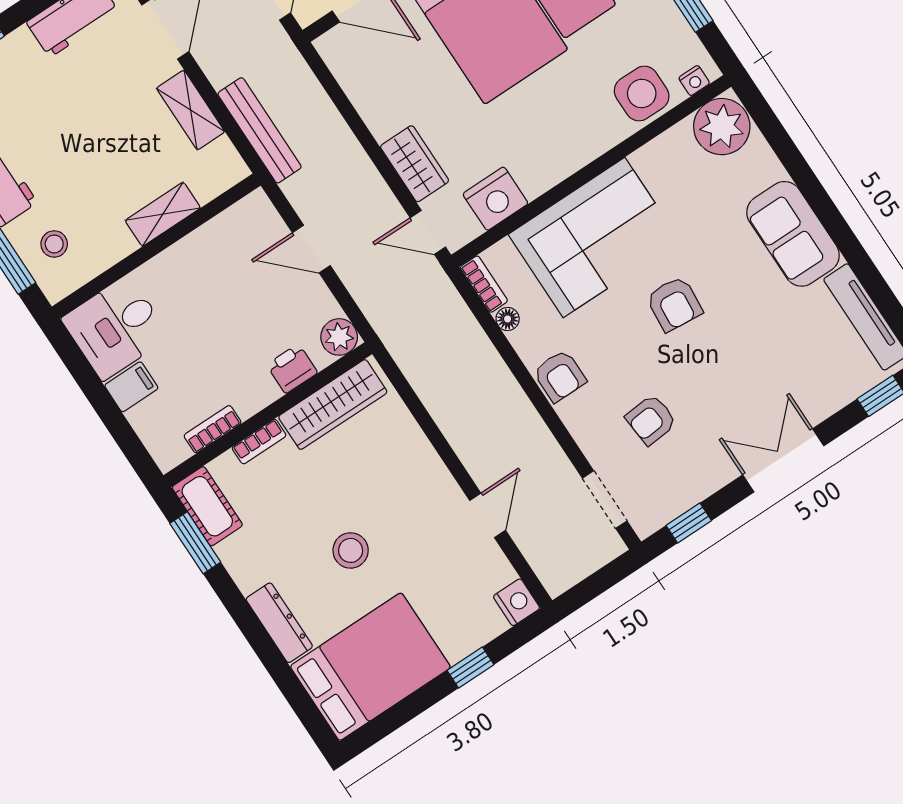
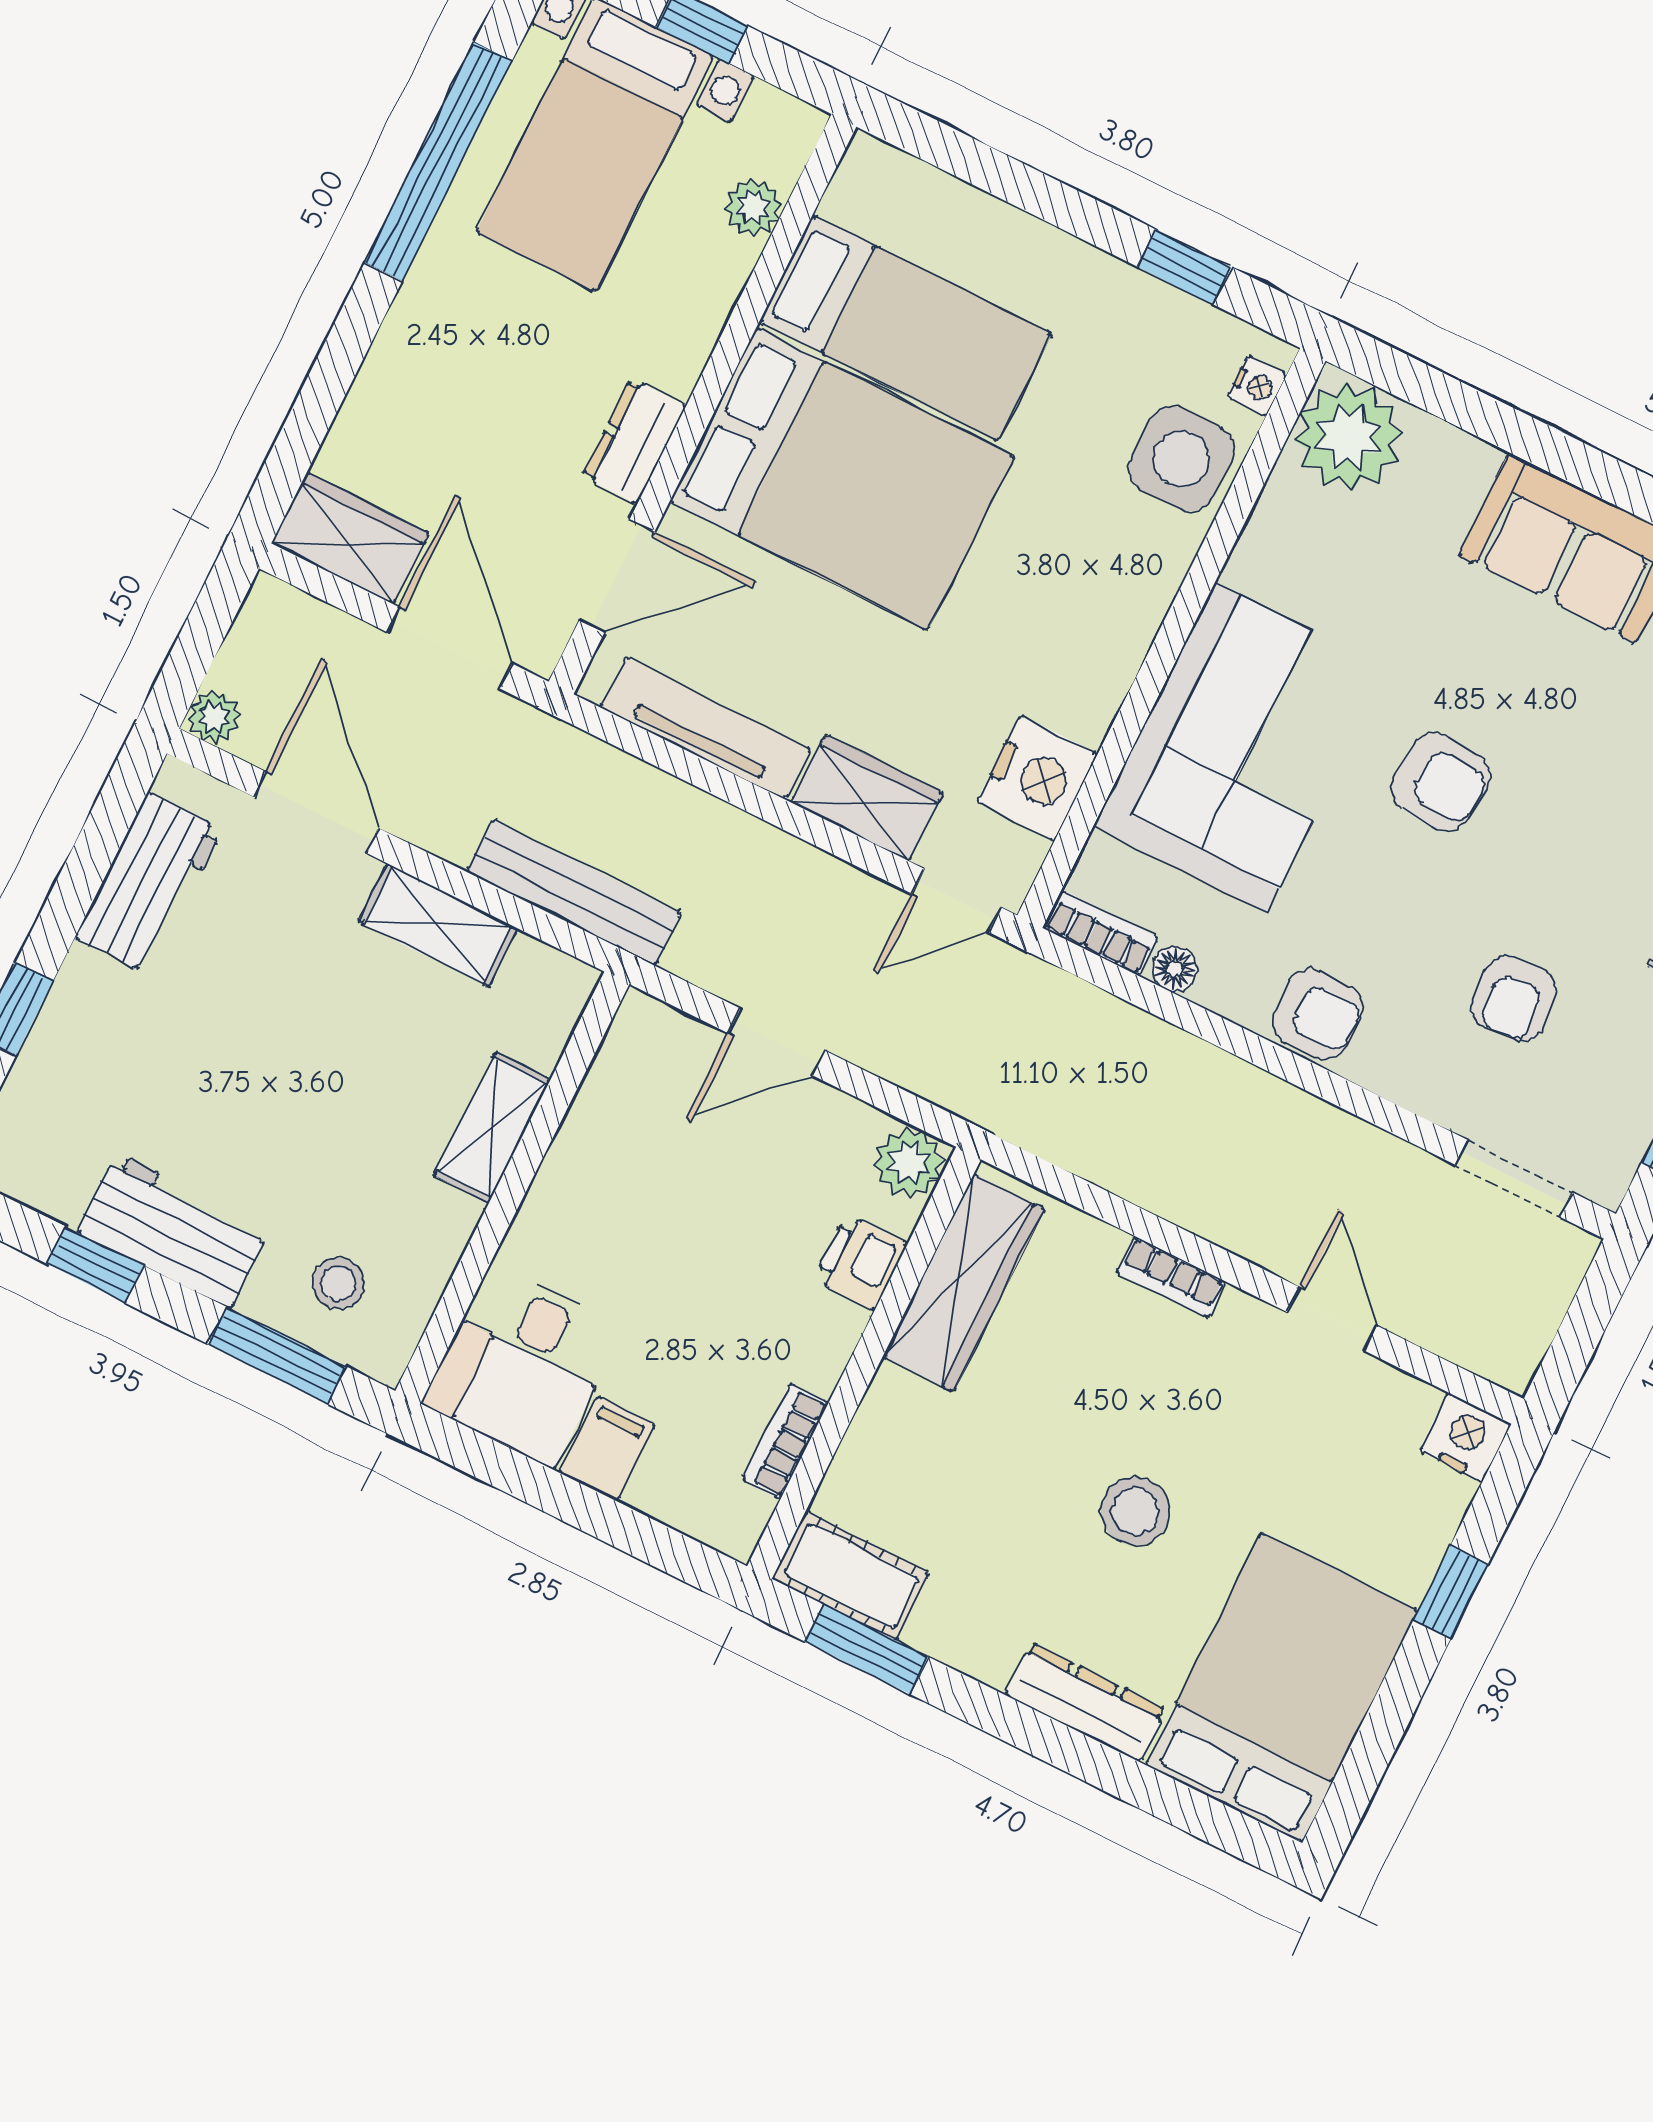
tv unit: (360, 91) -> (706, 729), added
bookcase: (259, 442) -> (1171, 1277), moved, turned 90

